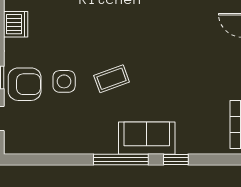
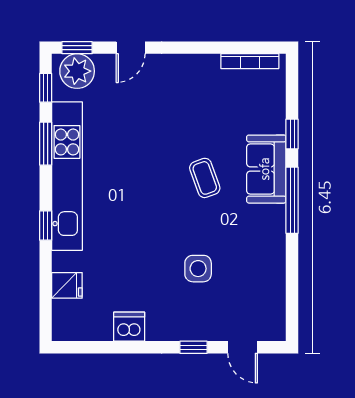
coffee table: (112, 79) -> (205, 178), moved
armchair: (25, 84) -> (201, 316), removed

